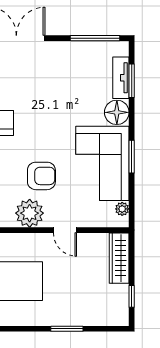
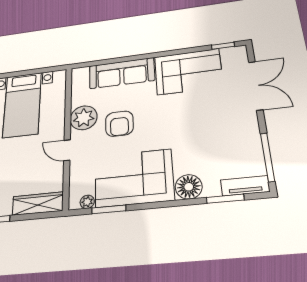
tv unit: (121, 78) -> (245, 186), moved
window: (132, 157) -> (109, 209), moved
door: (65, 230) -> (67, 150), hinge flipped

